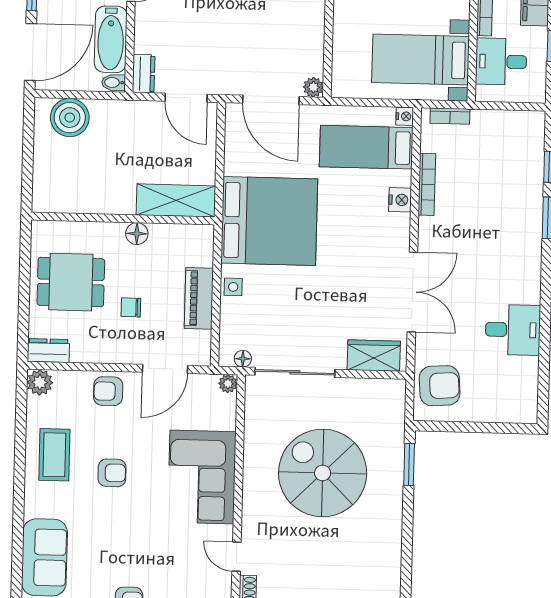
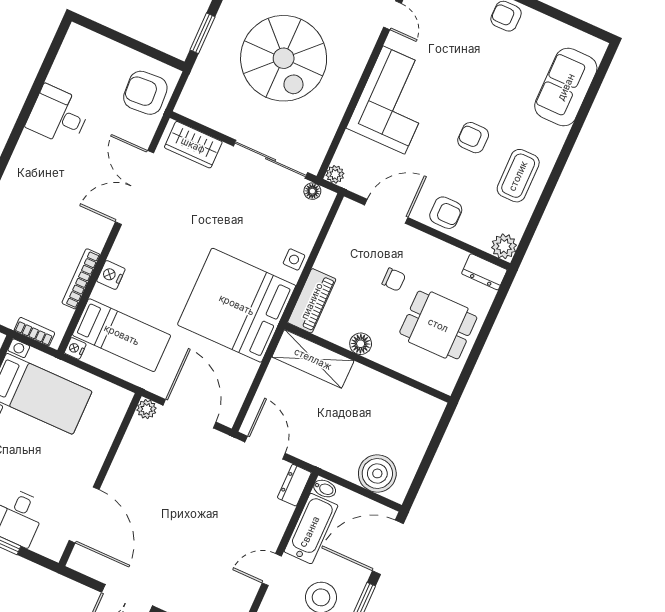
piano: (199, 298) -> (312, 301), moved

